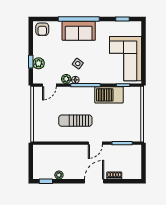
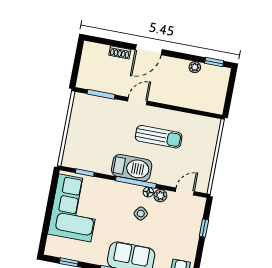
plant: (39, 63) -> (194, 224), removed
barbecue: (109, 95) -> (132, 168), moved

